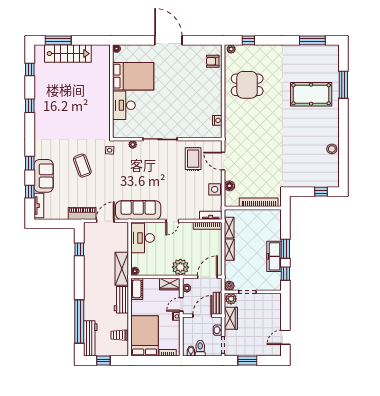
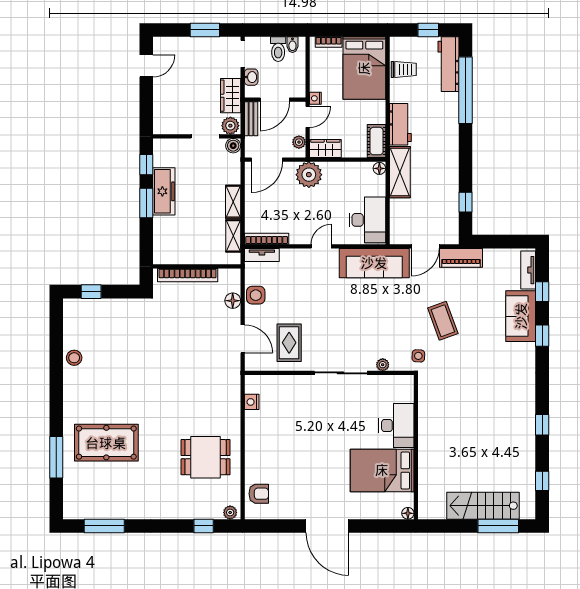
coffee table: (82, 166) -> (443, 321), moved

